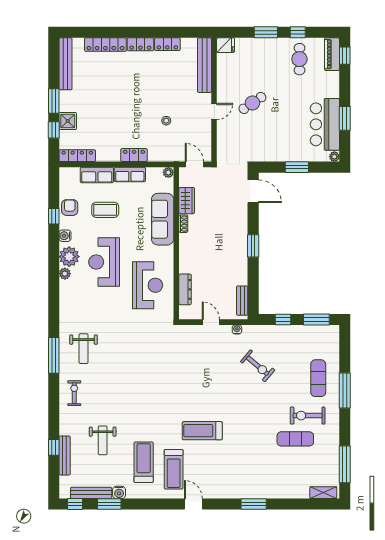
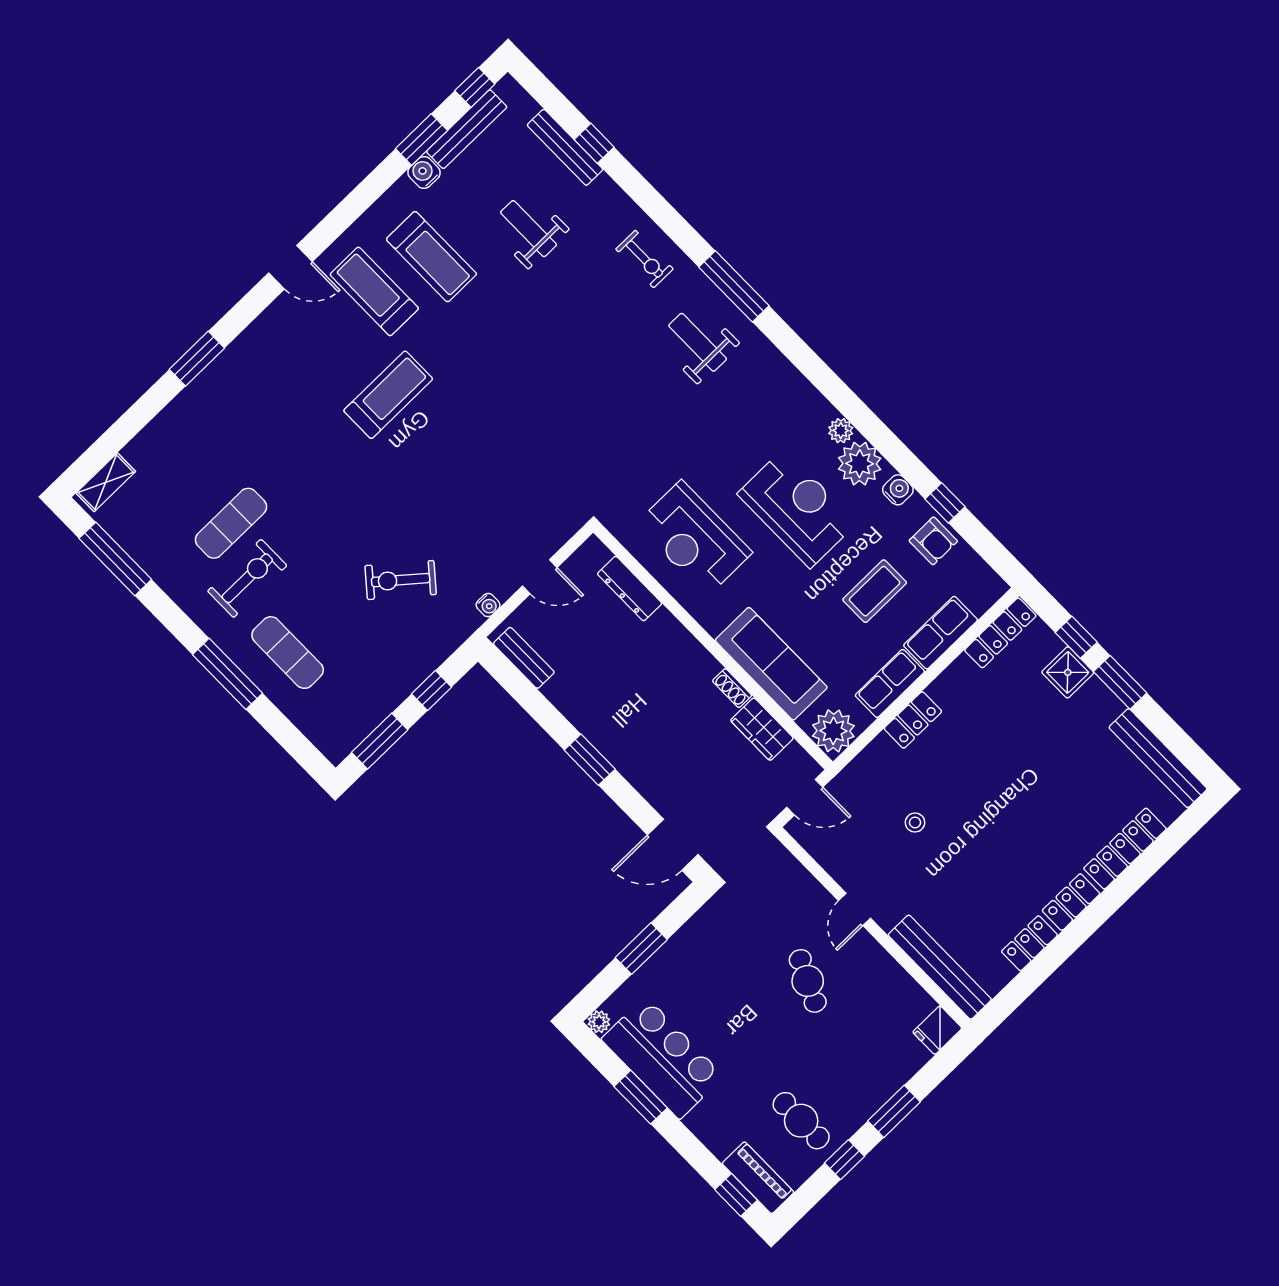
cafe table: (252, 103) -> (808, 981), turned -31
plant: (168, 172) -> (833, 731), width x1.88, depth x1.88

